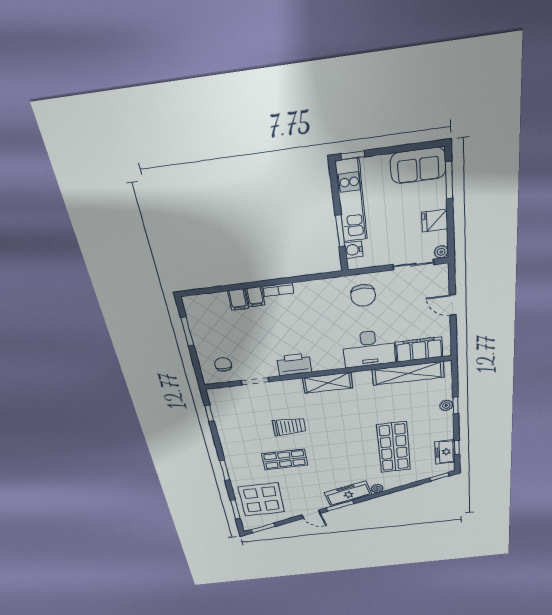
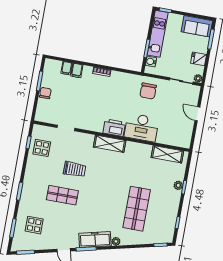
filing cabinet: (255, 297) -> (67, 68), moved
filing cabinet: (419, 349) -> (171, 138), removed
chair: (223, 364) -> (45, 93), moved
printer: (294, 364) -> (114, 128), moved
shelving: (408, 373) -> (167, 154), width x0.68
display table: (231, 415) -> (42, 148), added
freezer: (445, 452) -> (169, 224), removed
display table: (261, 499) -> (34, 225), width x0.54, depth x0.54

